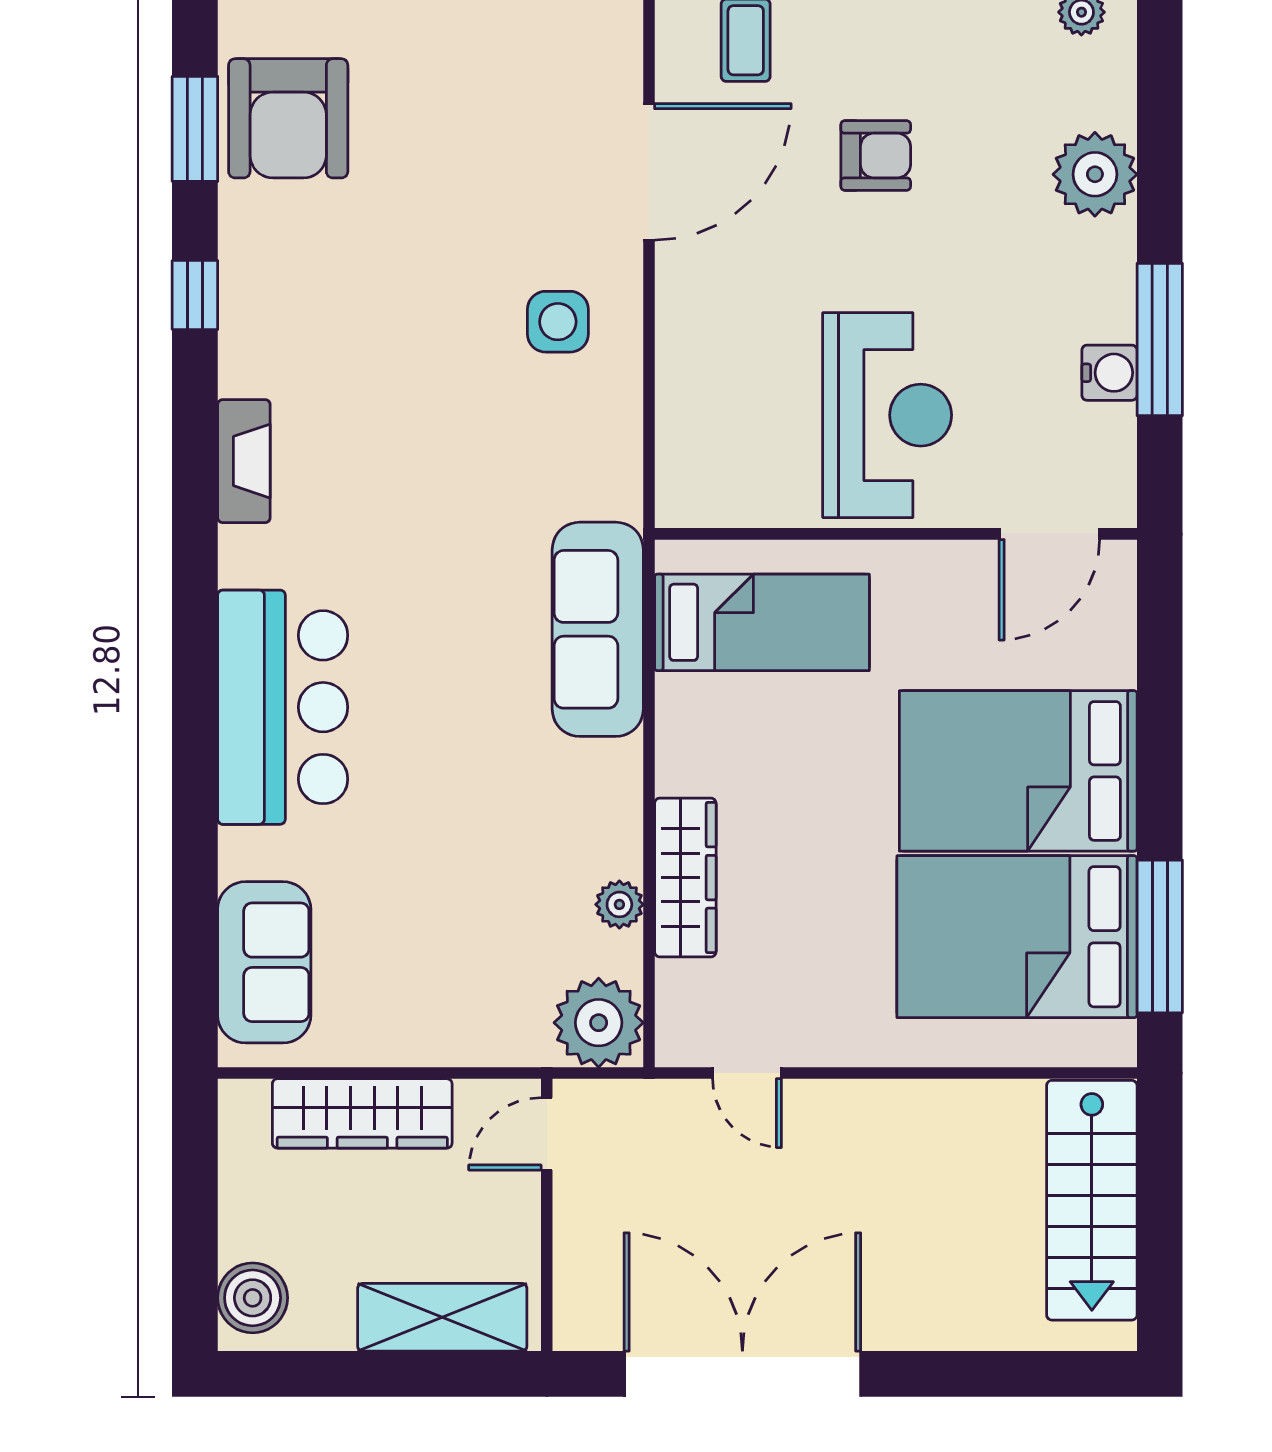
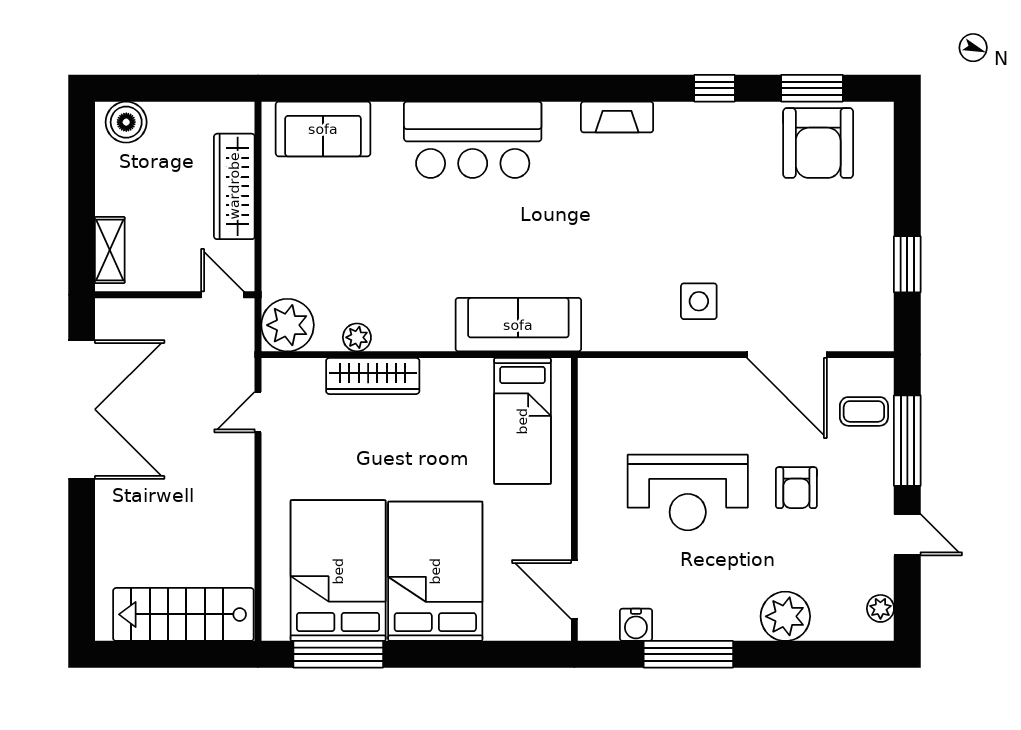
armchair: (288, 118) -> (818, 143), turned -90
water cooler: (1109, 373) -> (636, 625), moved
reception desk: (887, 415) -> (688, 492), moved
shelving: (442, 1317) -> (110, 250), width x0.67, depth x0.75

